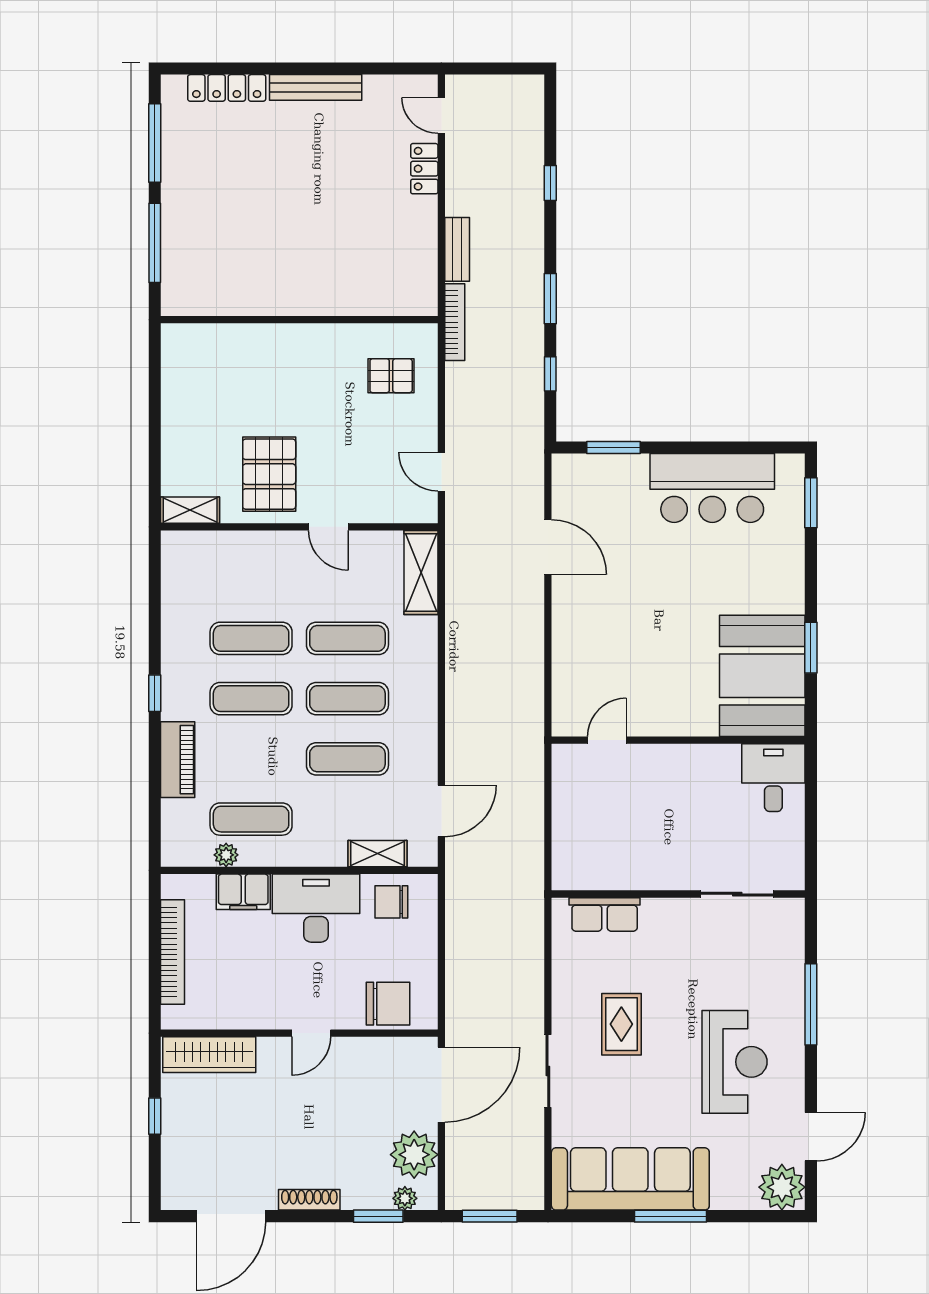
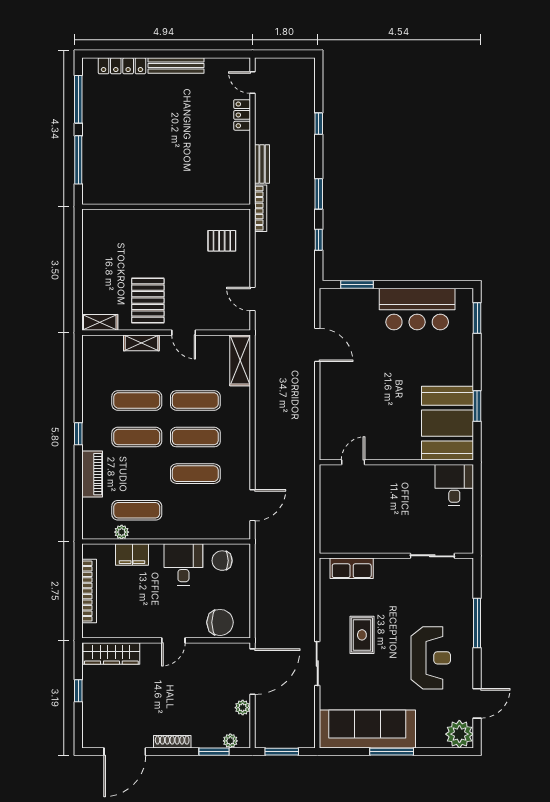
shelving: (377, 854) -> (141, 343), moved
desk: (316, 908) -> (183, 564), width x0.73
plant: (414, 1155) -> (243, 708), width x0.53, depth x0.53

